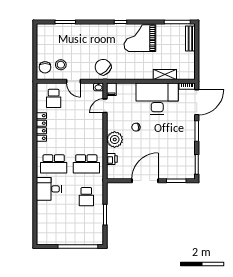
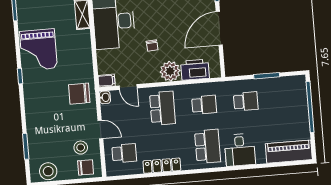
stool: (44, 38) -> (48, 171), added
chair: (103, 67) -> (79, 94), turned 44
door: (74, 81) -> (100, 130), hinge flipped
school desk: (86, 131) -> (162, 108), added
printer: (112, 159) -> (195, 70), width x1.87, depth x1.48
school desk: (86, 164) -> (204, 105), width x0.54
door: (145, 181) -> (219, 28), hinge flipped
piano: (44, 227) -> (289, 152), added

